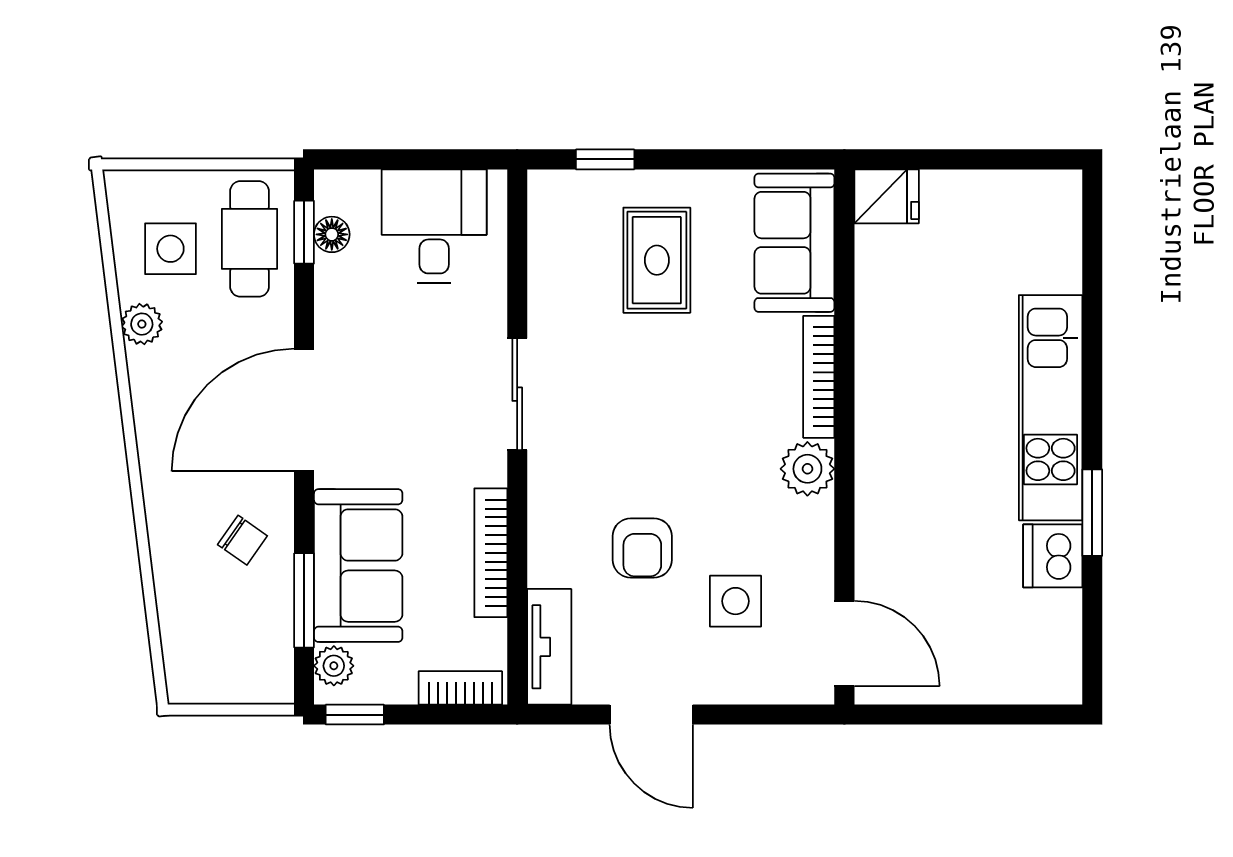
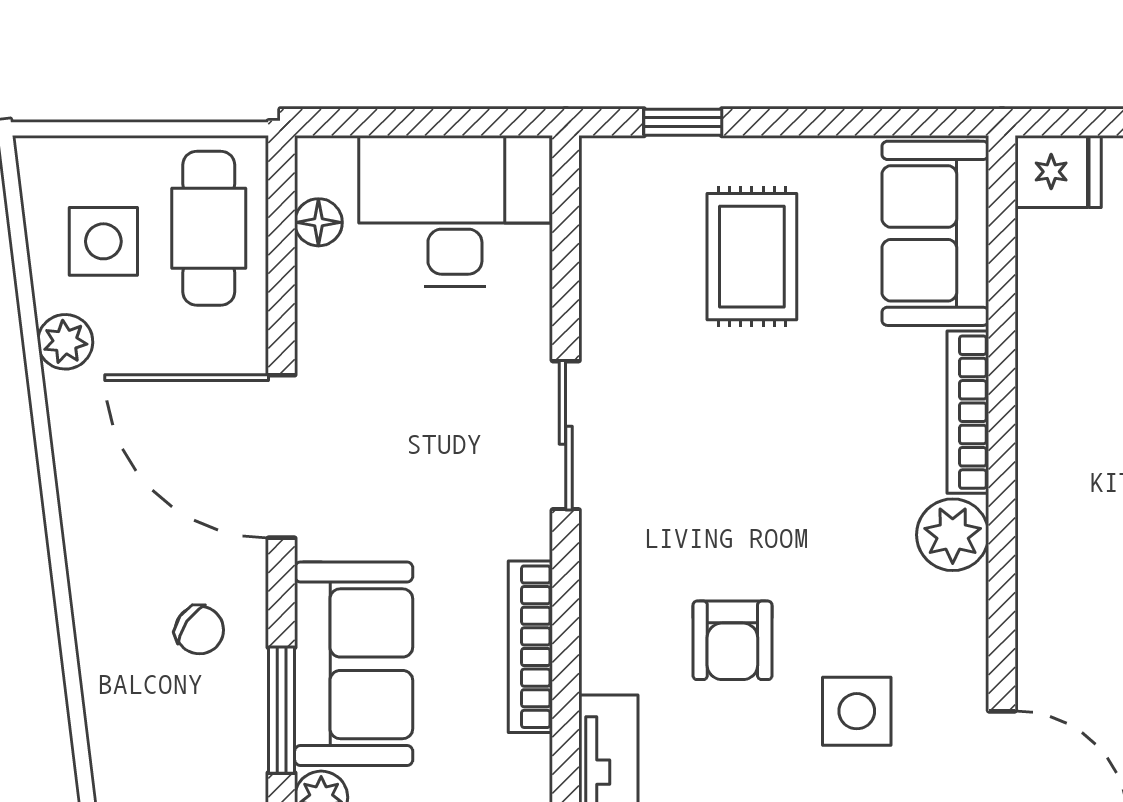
desk: (434, 226) -> (455, 211), width x1.37
window: (304, 232) -> (282, 219), removed
door: (304, 410) -> (282, 456), hinge flipped

